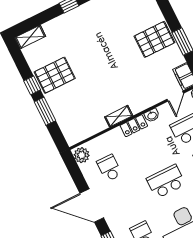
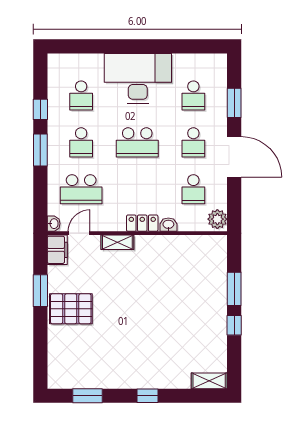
pallet: (55, 75) -> (203, 324), removed
washbasin: (152, 115) -> (168, 225), moved
shelving: (119, 116) -> (117, 242), moved
school desk: (126, 201) -> (193, 142), added

